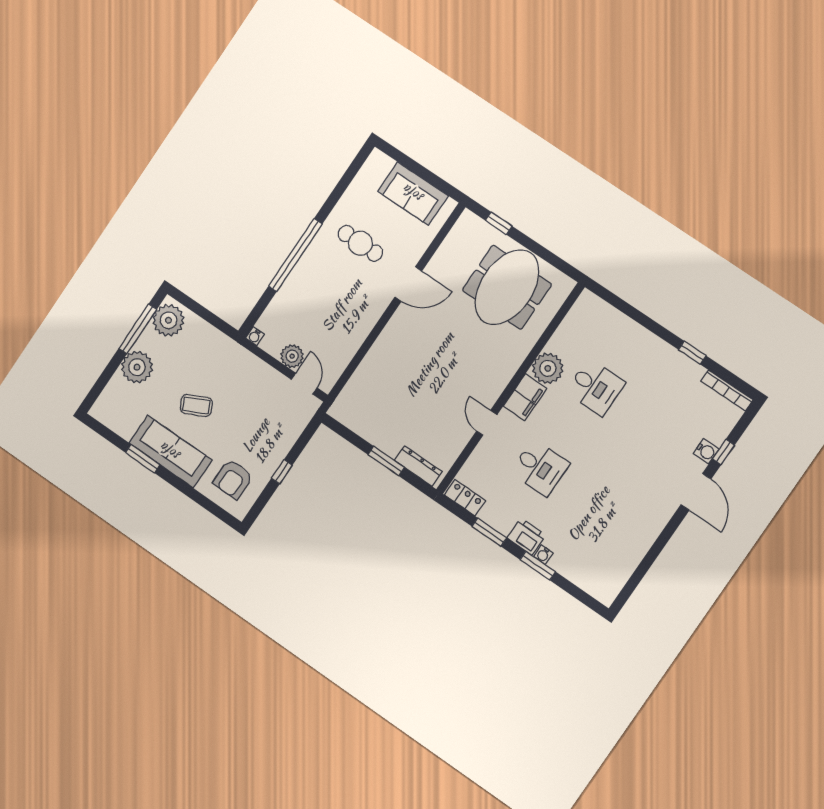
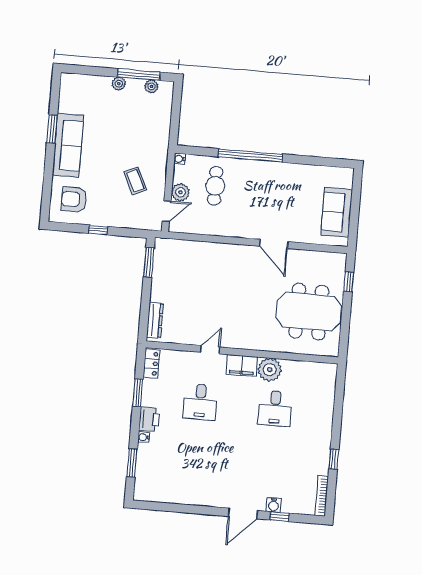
cafe table: (360, 243) -> (215, 186), moved
plant: (168, 320) -> (151, 86), width x0.53, depth x0.53
plant: (137, 367) -> (119, 84), width x0.53, depth x0.53
coffee table: (196, 405) -> (135, 181), moved
window: (386, 461) -> (149, 262), moved
window: (538, 566) -> (132, 463), moved

